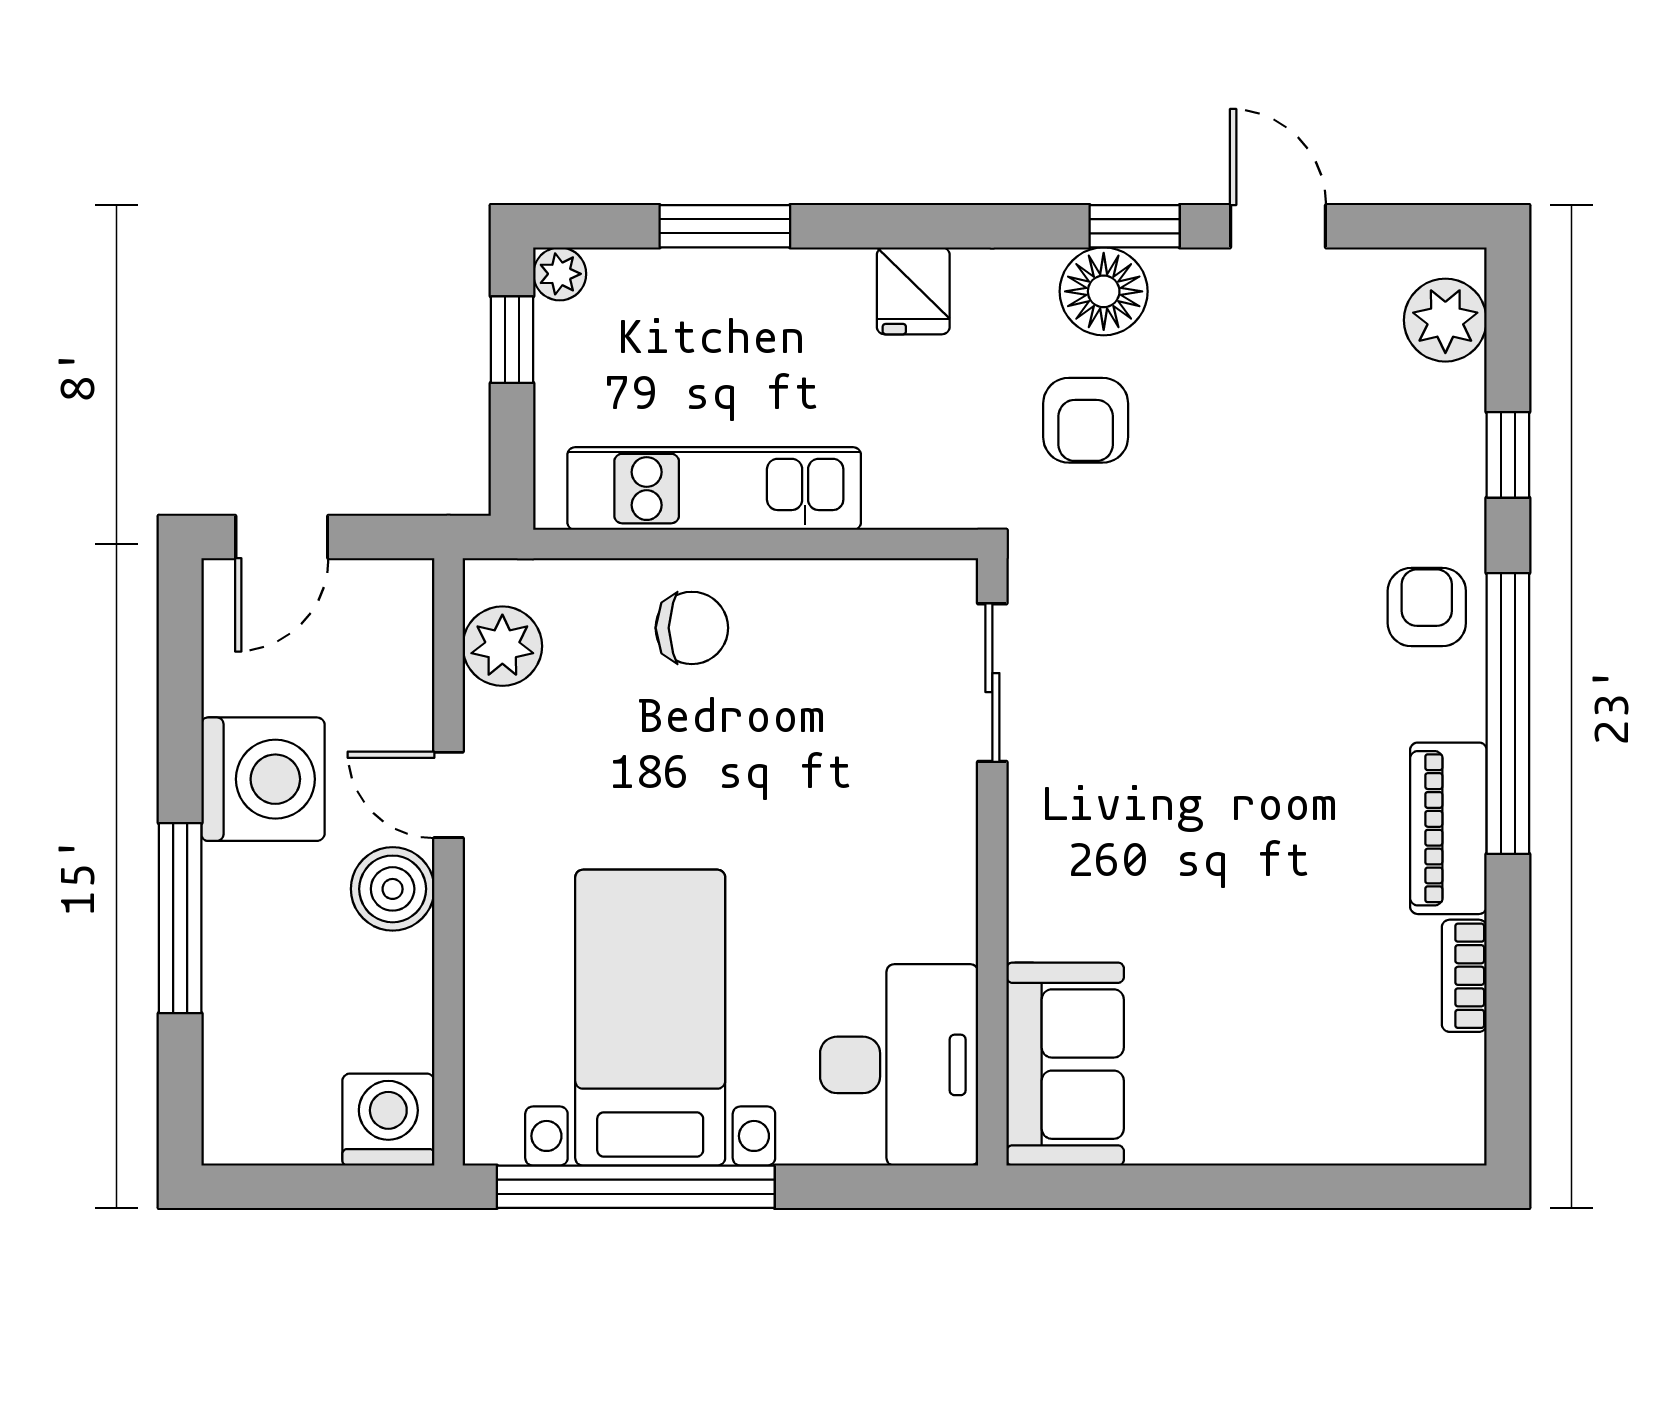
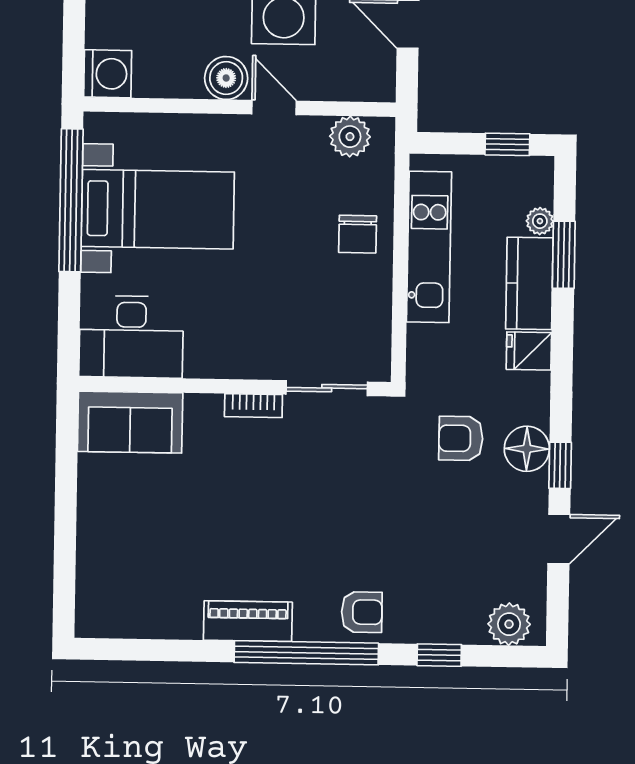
plant: (560, 274) -> (540, 221), moved
kitchen counter: (782, 292) -> (529, 283), added
door: (448, 795) -> (274, 108), hinge flipped
bookcase: (1464, 976) -> (253, 406), moved, turned 180

